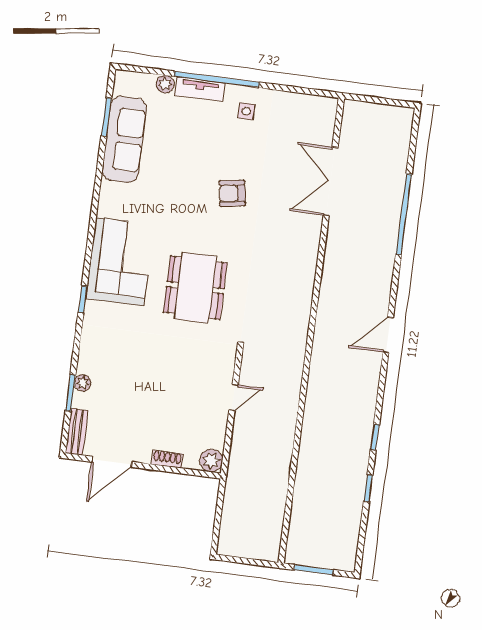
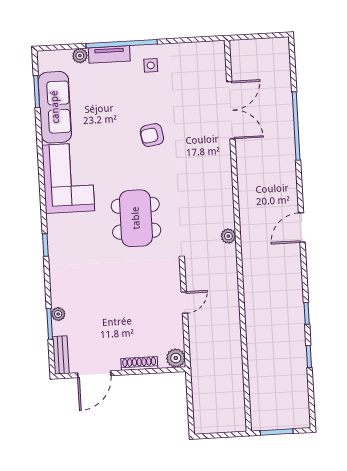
double door: (331, 181) -> (231, 110), swing flipped
corner sofa: (120, 262) -> (68, 178), moved
plant: (300, 329) -> (228, 236), added
shoe rack: (167, 459) -> (139, 363), width x1.43

